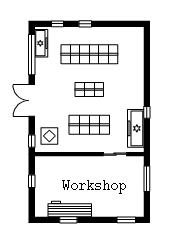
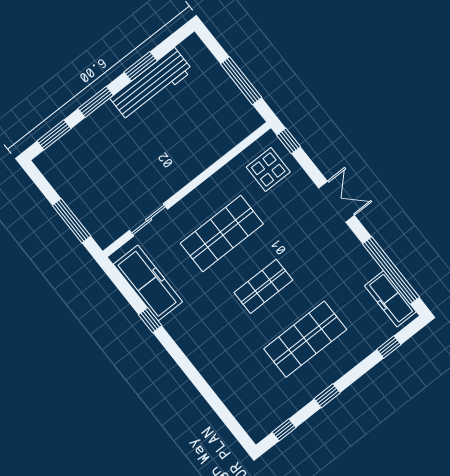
window: (85, 24) -> (327, 396), moved
window: (127, 24) -> (284, 430), added
shop shelf: (89, 54) -> (305, 339), width x0.71
double door: (32, 101) -> (337, 202), width x0.73
window: (32, 181) -> (241, 81), width x2.17
window: (98, 220) -> (96, 102), added

